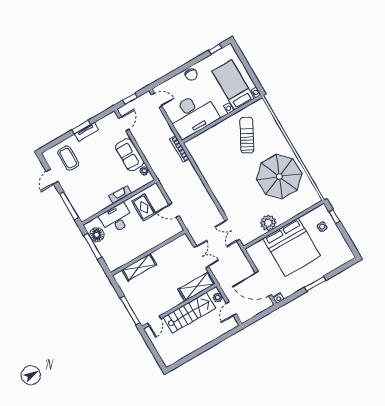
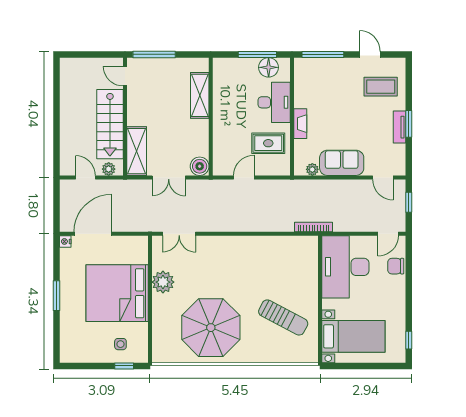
chair: (191, 75) -> (396, 266), moved
double door: (232, 230) -> (179, 234), swing flipped
boiler: (183, 242) -> (200, 166), added

